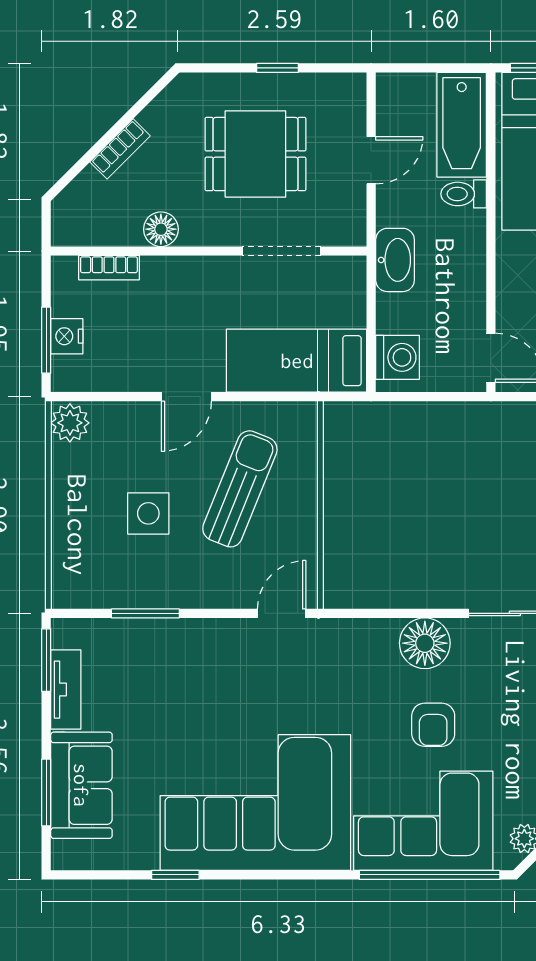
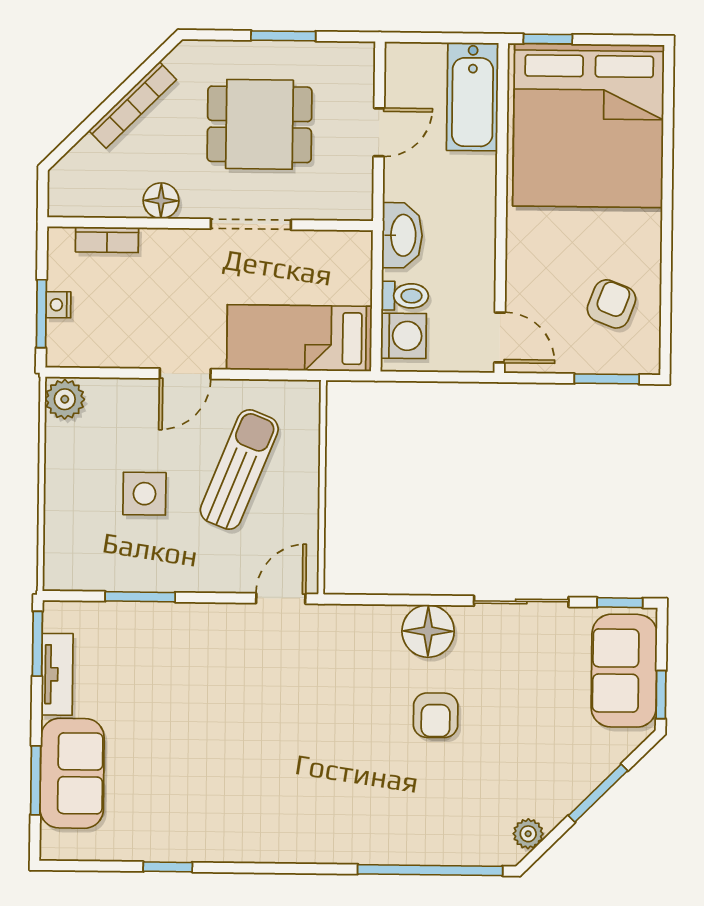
window: (277, 68) -> (283, 36), width x1.50
bookcase: (120, 149) -> (133, 105), width x1.56
toilet: (464, 194) -> (405, 296), moved, turned 180
doorway: (282, 251) -> (251, 224), moved
nightstand: (67, 336) -> (58, 305), width x0.72, depth x0.74
corner sofa: (255, 803) -> (251, 793), removed
corner sofa: (423, 821) -> (424, 814), removed

